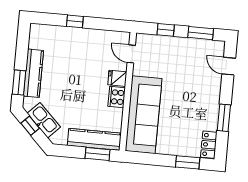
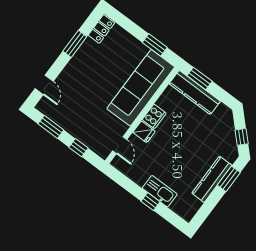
kitchen sink: (44, 120) -> (160, 191), moved, turned 135
window: (188, 162) -> (155, 45), moved

